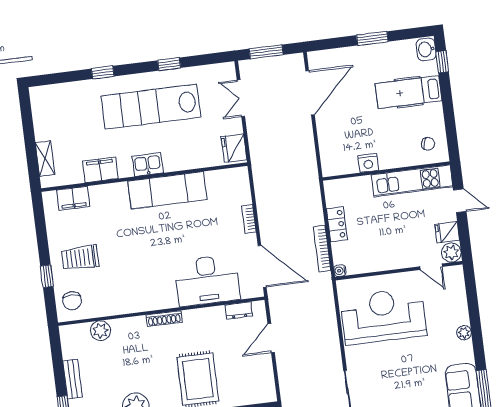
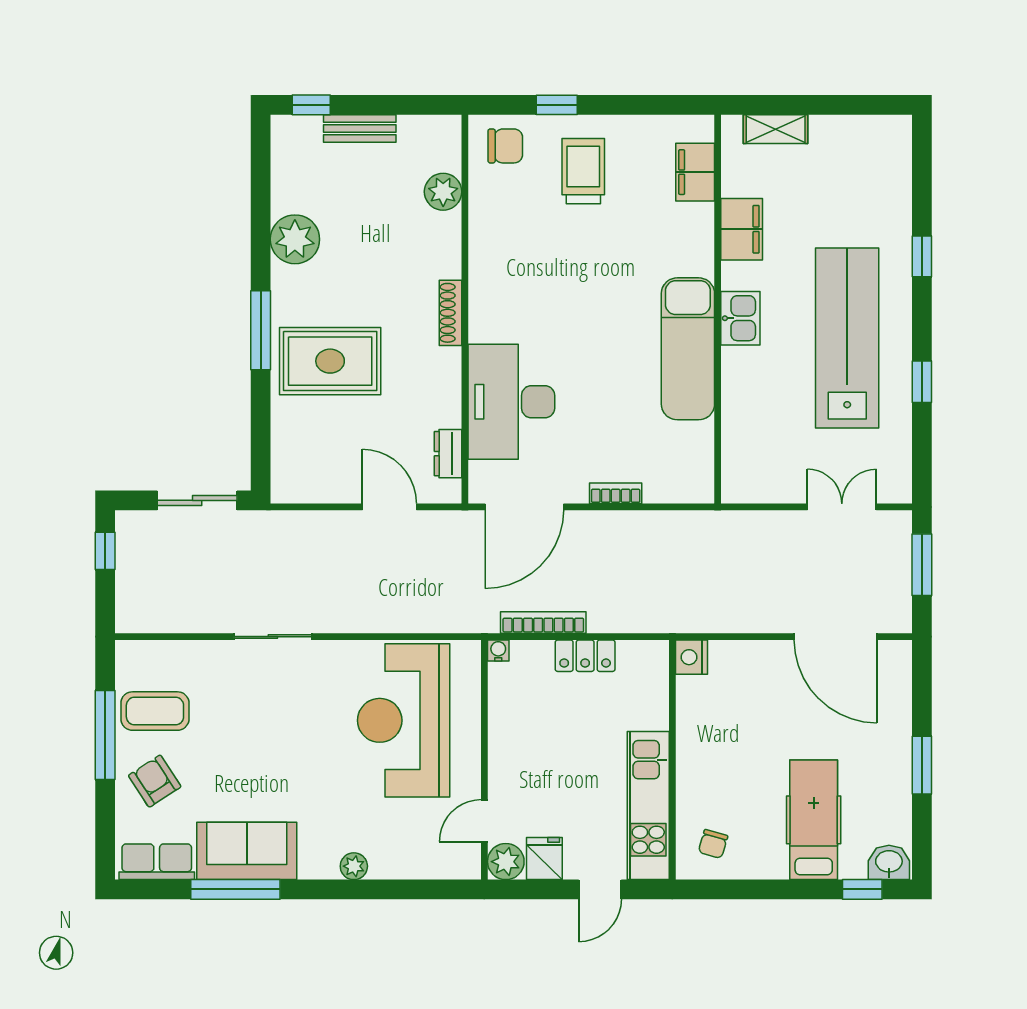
fridge: (234, 148) -> (751, 482), removed
nightstand: (368, 163) -> (692, 657), moved
chair: (72, 301) -> (505, 146), turned 180
reception desk: (383, 316) -> (404, 720), turned 180

